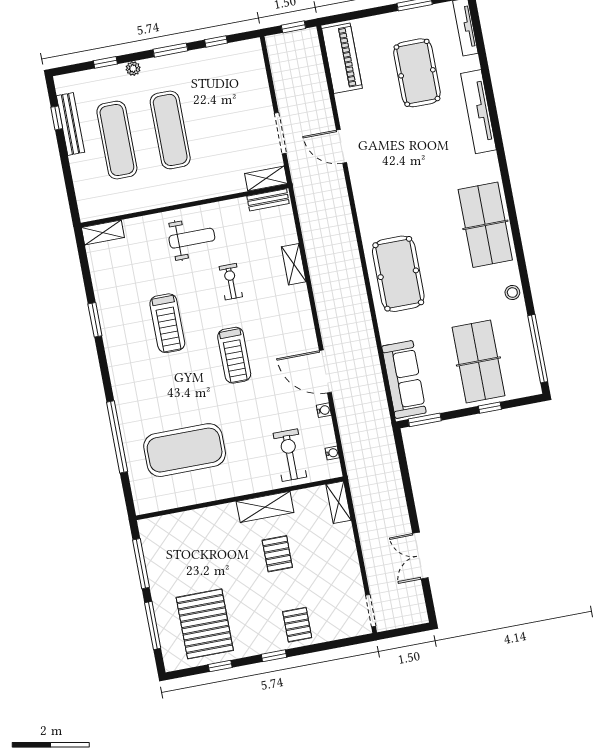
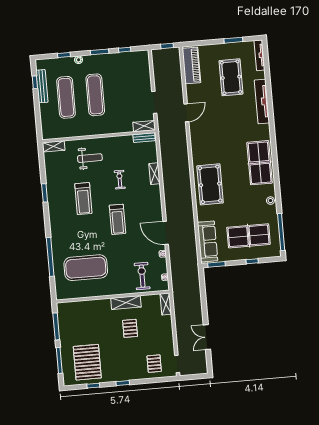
door: (342, 146) -> (186, 113), swing flipped
weight bench: (192, 238) -> (90, 158), moved
table tennis table: (478, 361) -> (249, 236), turned 90
pallet: (297, 625) -> (154, 364), moved

